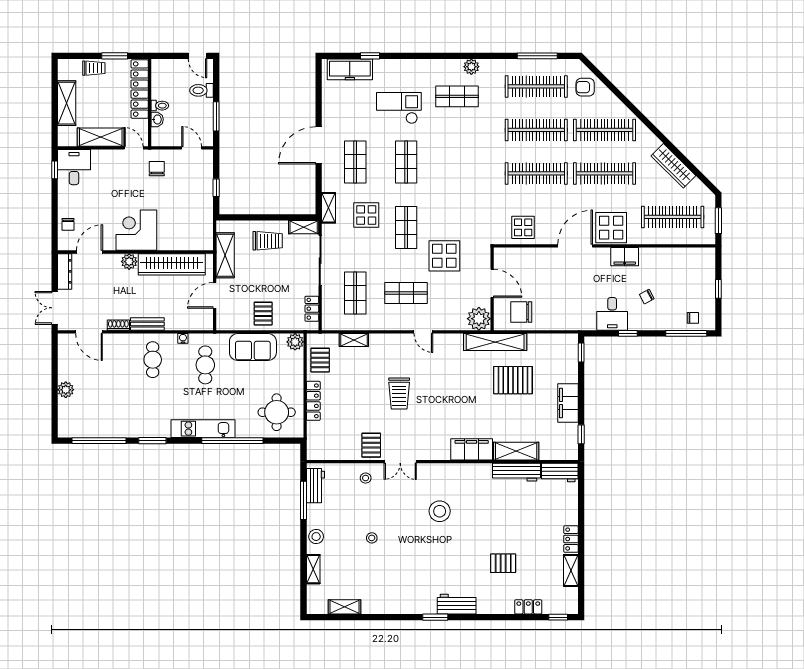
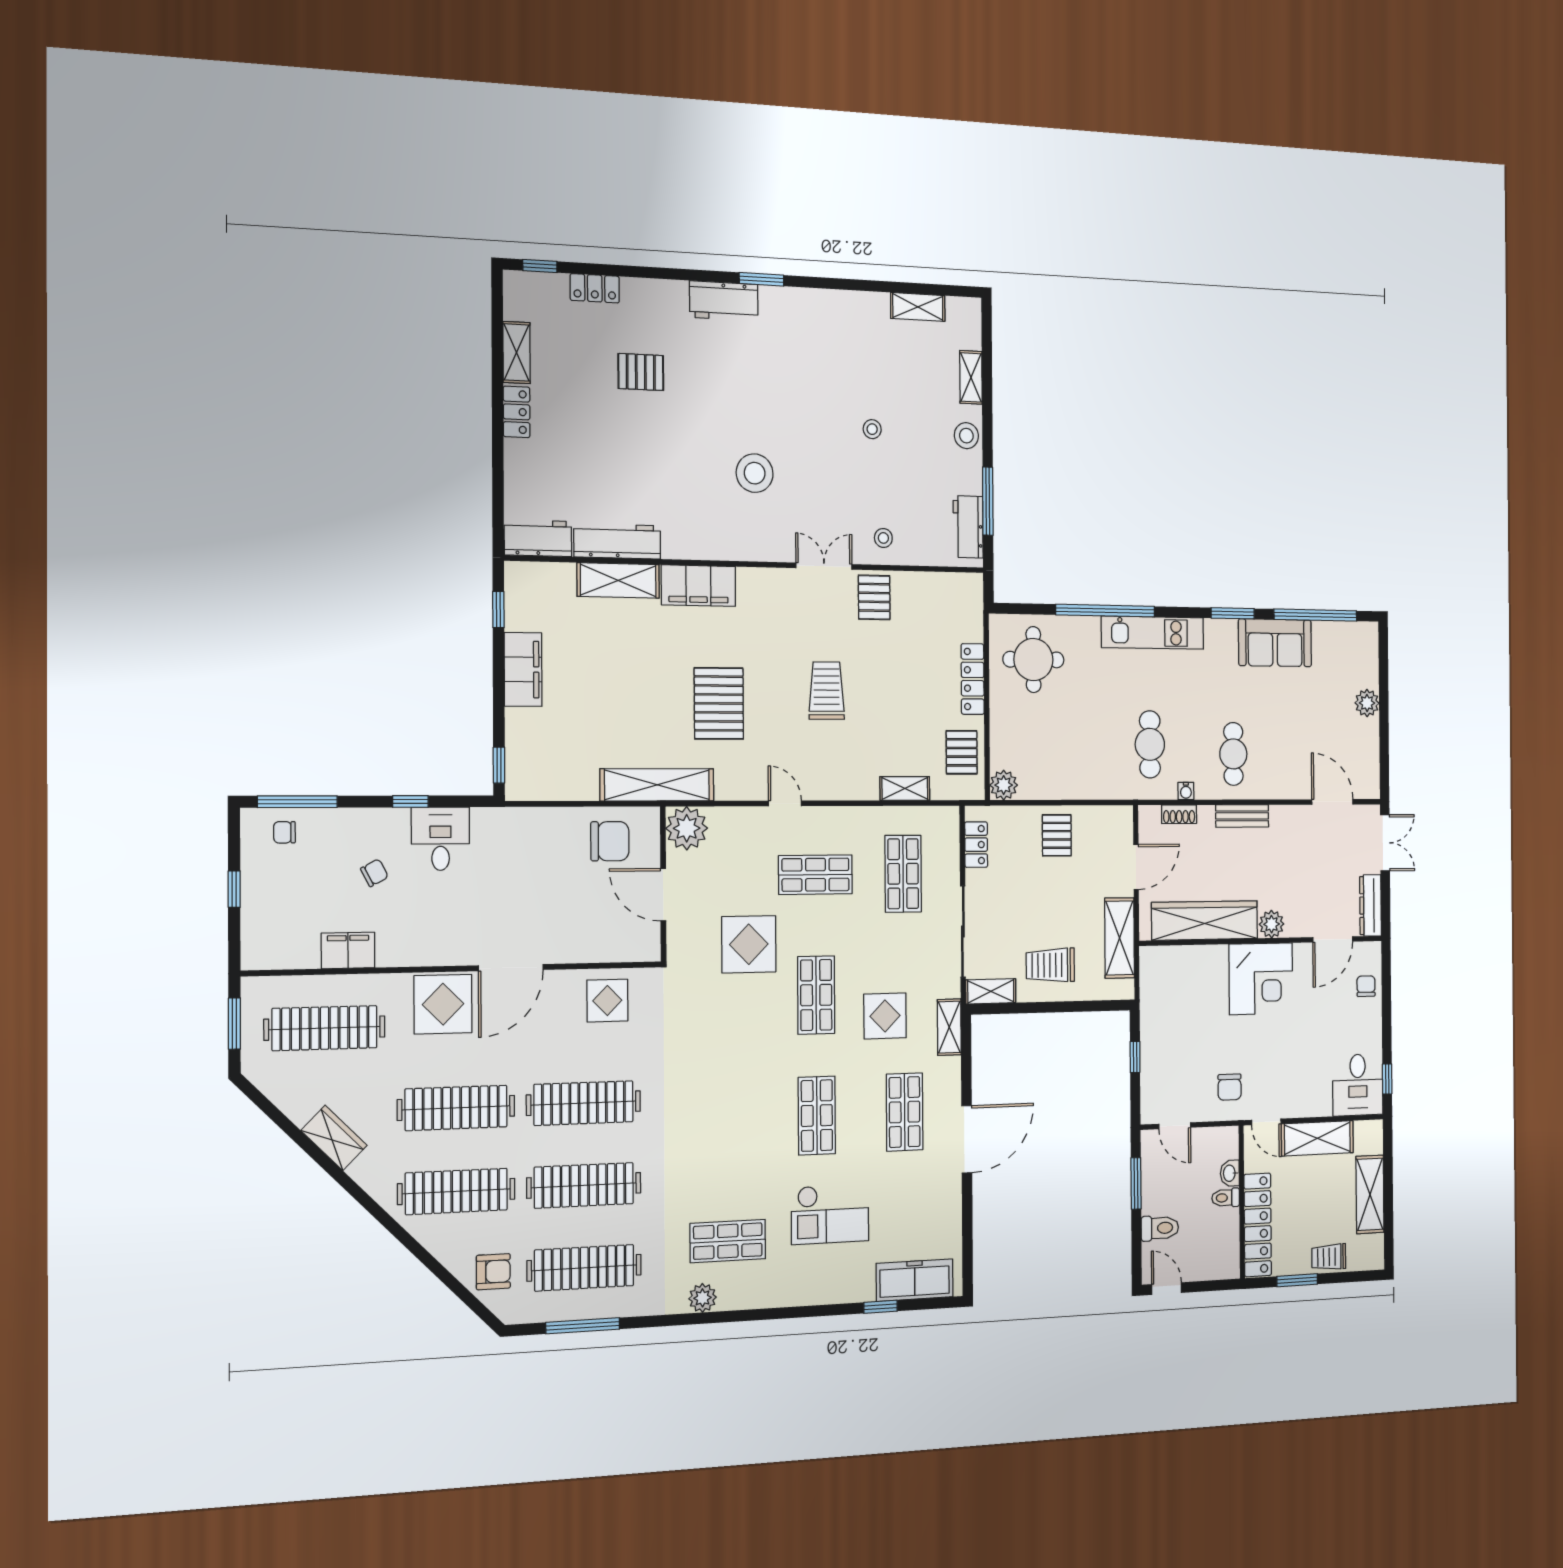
wardrobe: (673, 166) -> (334, 1138), width x0.67
filing cabinet: (625, 257) -> (348, 950), moved
shoe rack: (118, 325) -> (1179, 814), moved
sofa: (253, 347) -> (1275, 643), moved, turned 180
pallet: (513, 380) -> (719, 703), moved, turned 90

